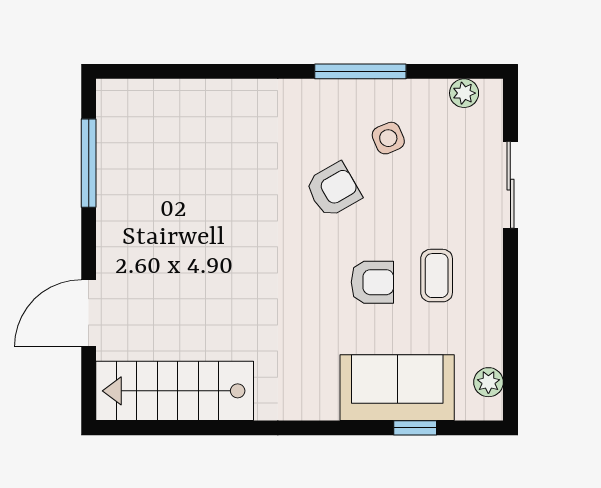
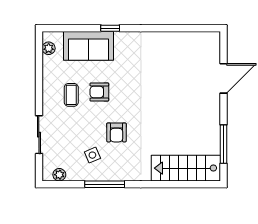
armchair: (333, 190) -> (116, 132), turned -60
stairs: (175, 391) -> (186, 168), moved, turned 180
window: (415, 428) -> (110, 28), moved

